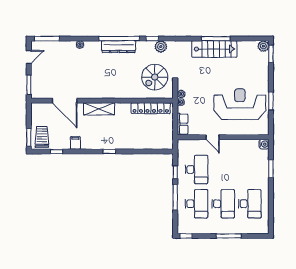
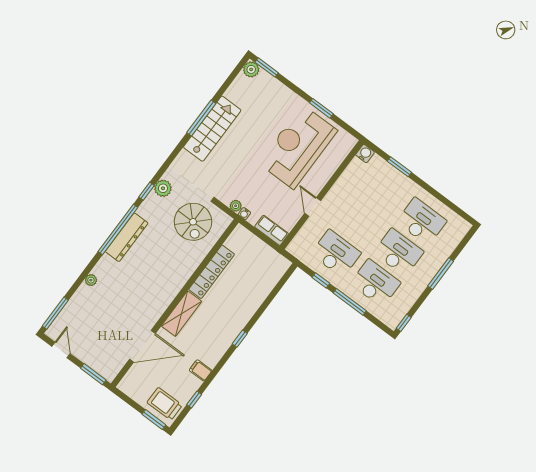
locker: (151, 108) -> (212, 272), moved
door: (213, 137) -> (313, 207), swing flipped

